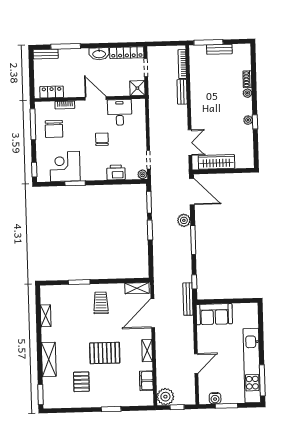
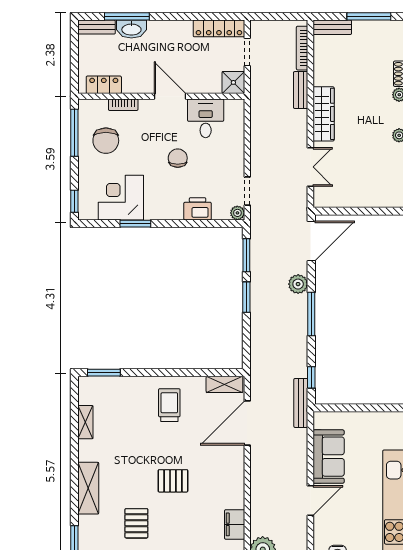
window: (208, 42) -> (369, 16), moved
bench: (219, 49) -> (332, 27), moved
washbasin: (99, 54) -> (131, 29), moved
wardrobe: (216, 162) -> (324, 114), moved, turned 90
door: (192, 192) -> (311, 241), hinge flipped
window: (79, 282) -> (104, 373), moved
sofa: (214, 314) -> (329, 457), moved, turned -90
shelving: (147, 351) -> (237, 479), removed
pallet: (105, 353) -> (173, 481), width x0.67, depth x0.71

